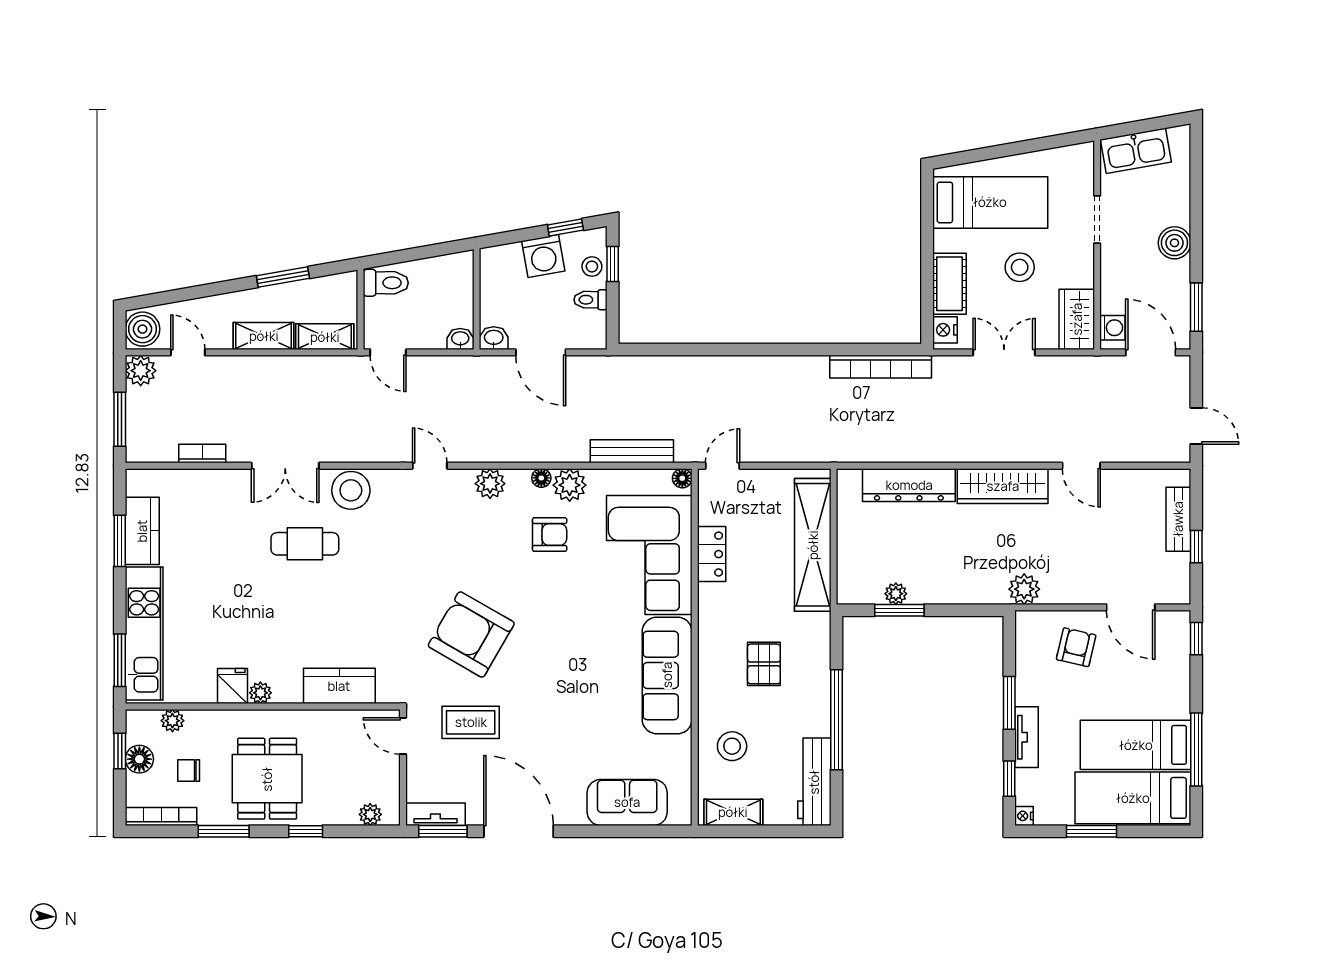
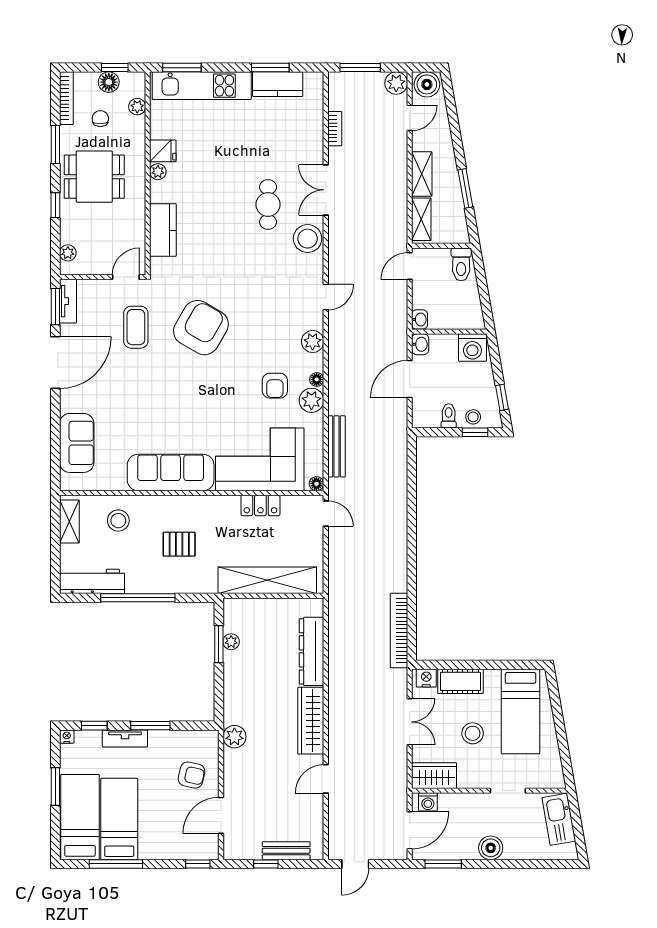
washing machine: (543, 256) -> (472, 348), moved, turned -80

